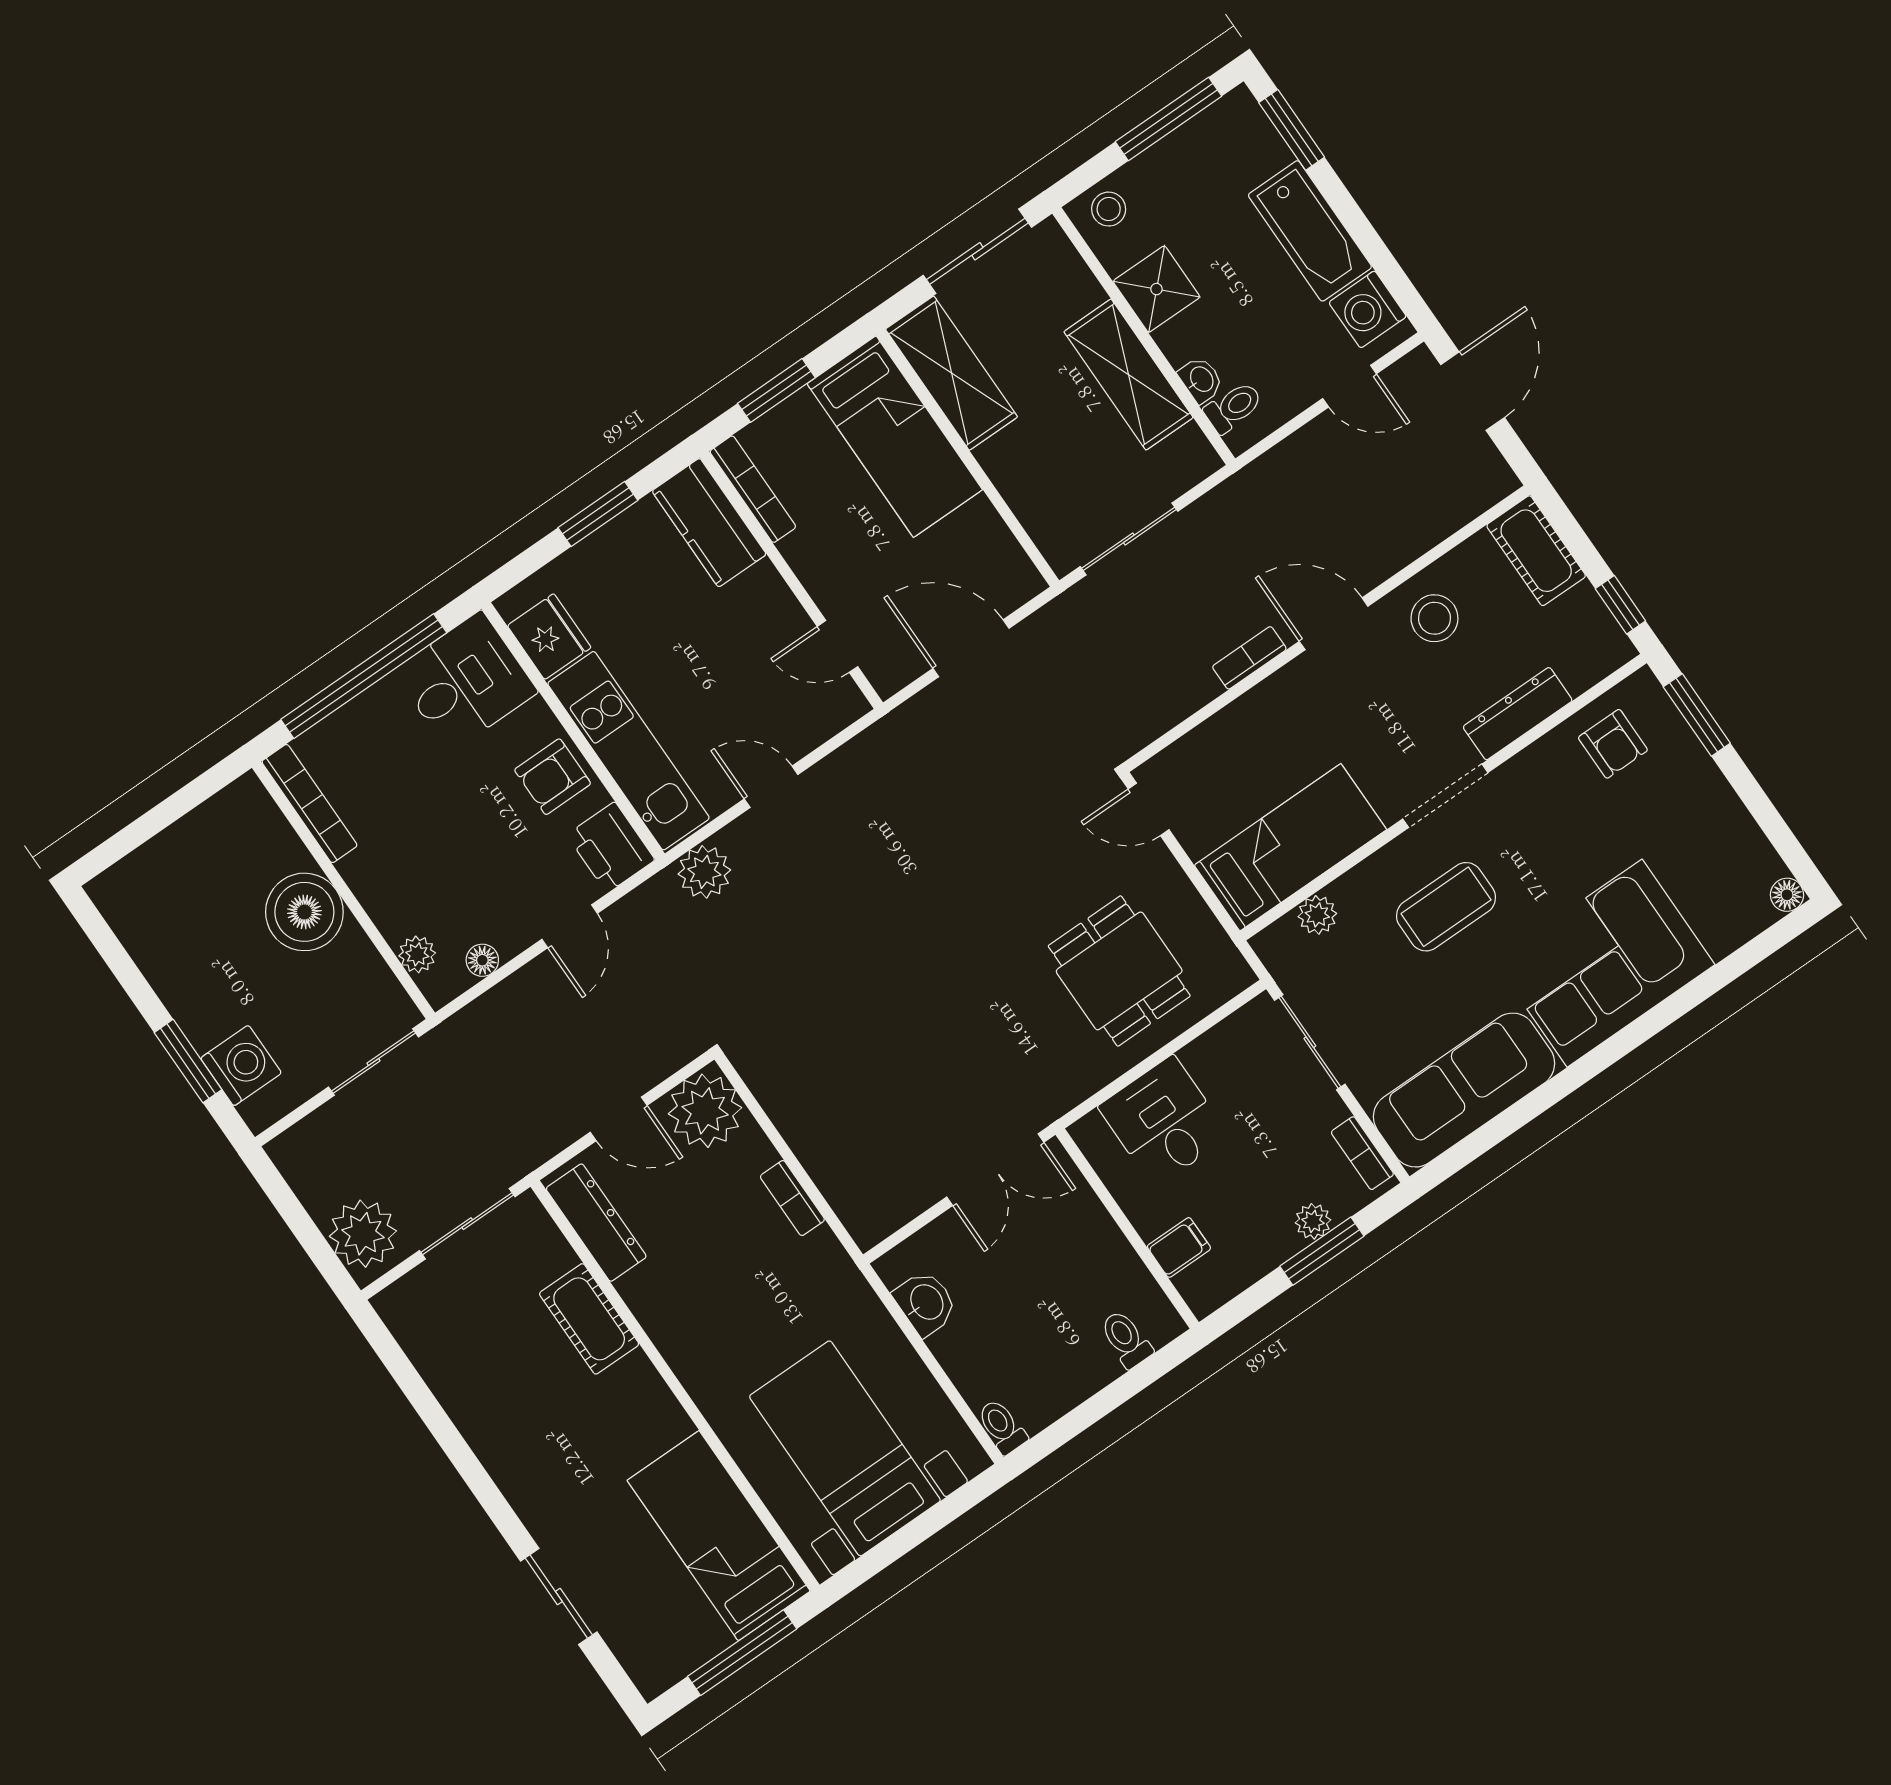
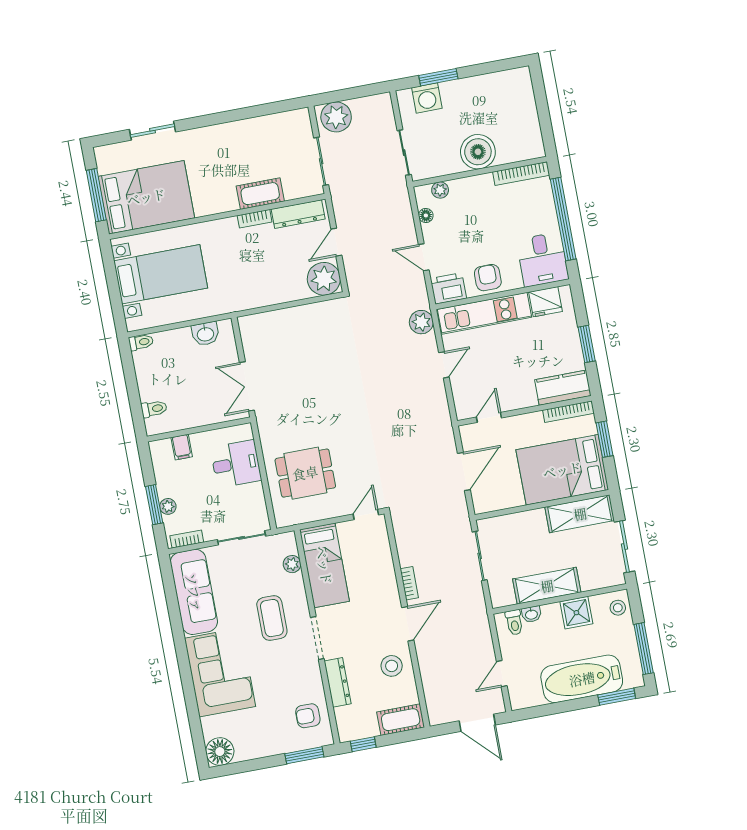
bathtub: (1310, 231) -> (582, 679), width x1.36, depth x1.36
washing machine: (1368, 309) -> (530, 695), removed
bed: (895, 437) -> (562, 470), width x1.50
floor lamp: (1787, 895) -> (220, 752), width x1.89, depth x1.89
bookcase: (792, 1198) -> (255, 219), moved, turned 180
bed: (719, 1536) -> (146, 197), width x1.50

